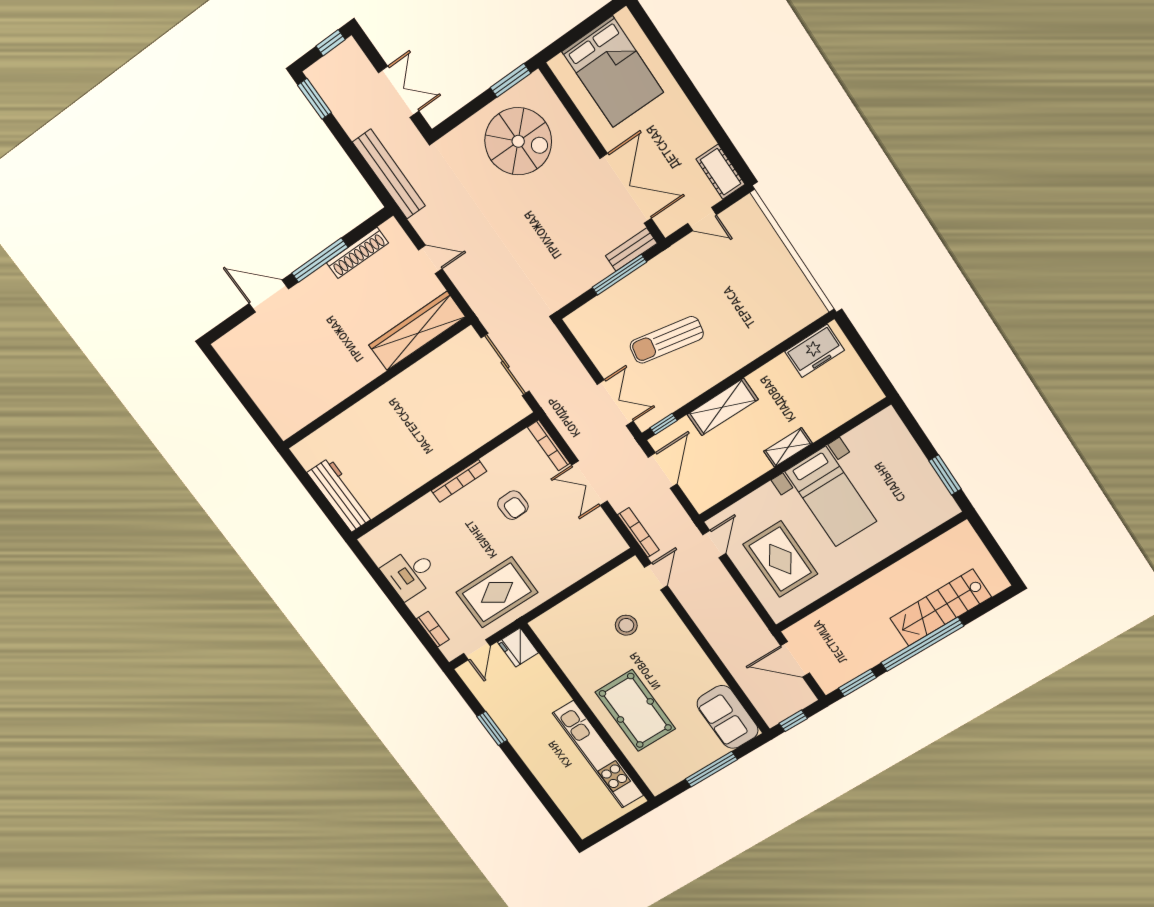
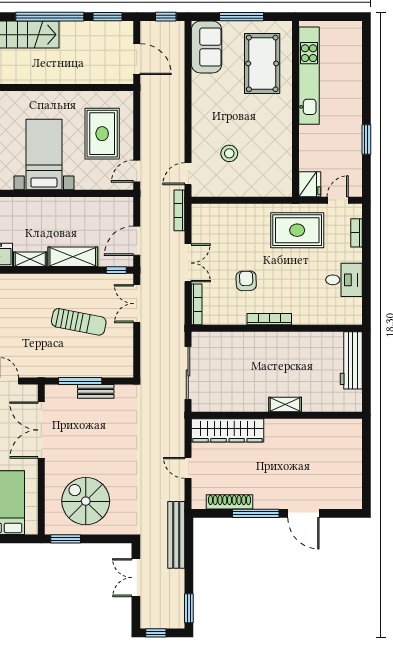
bench: (631, 250) -> (96, 391), moved
shelving: (376, 401) -> (285, 405), added
shelving: (788, 447) -> (30, 259), moved
pool table: (635, 710) -> (262, 63), moved

